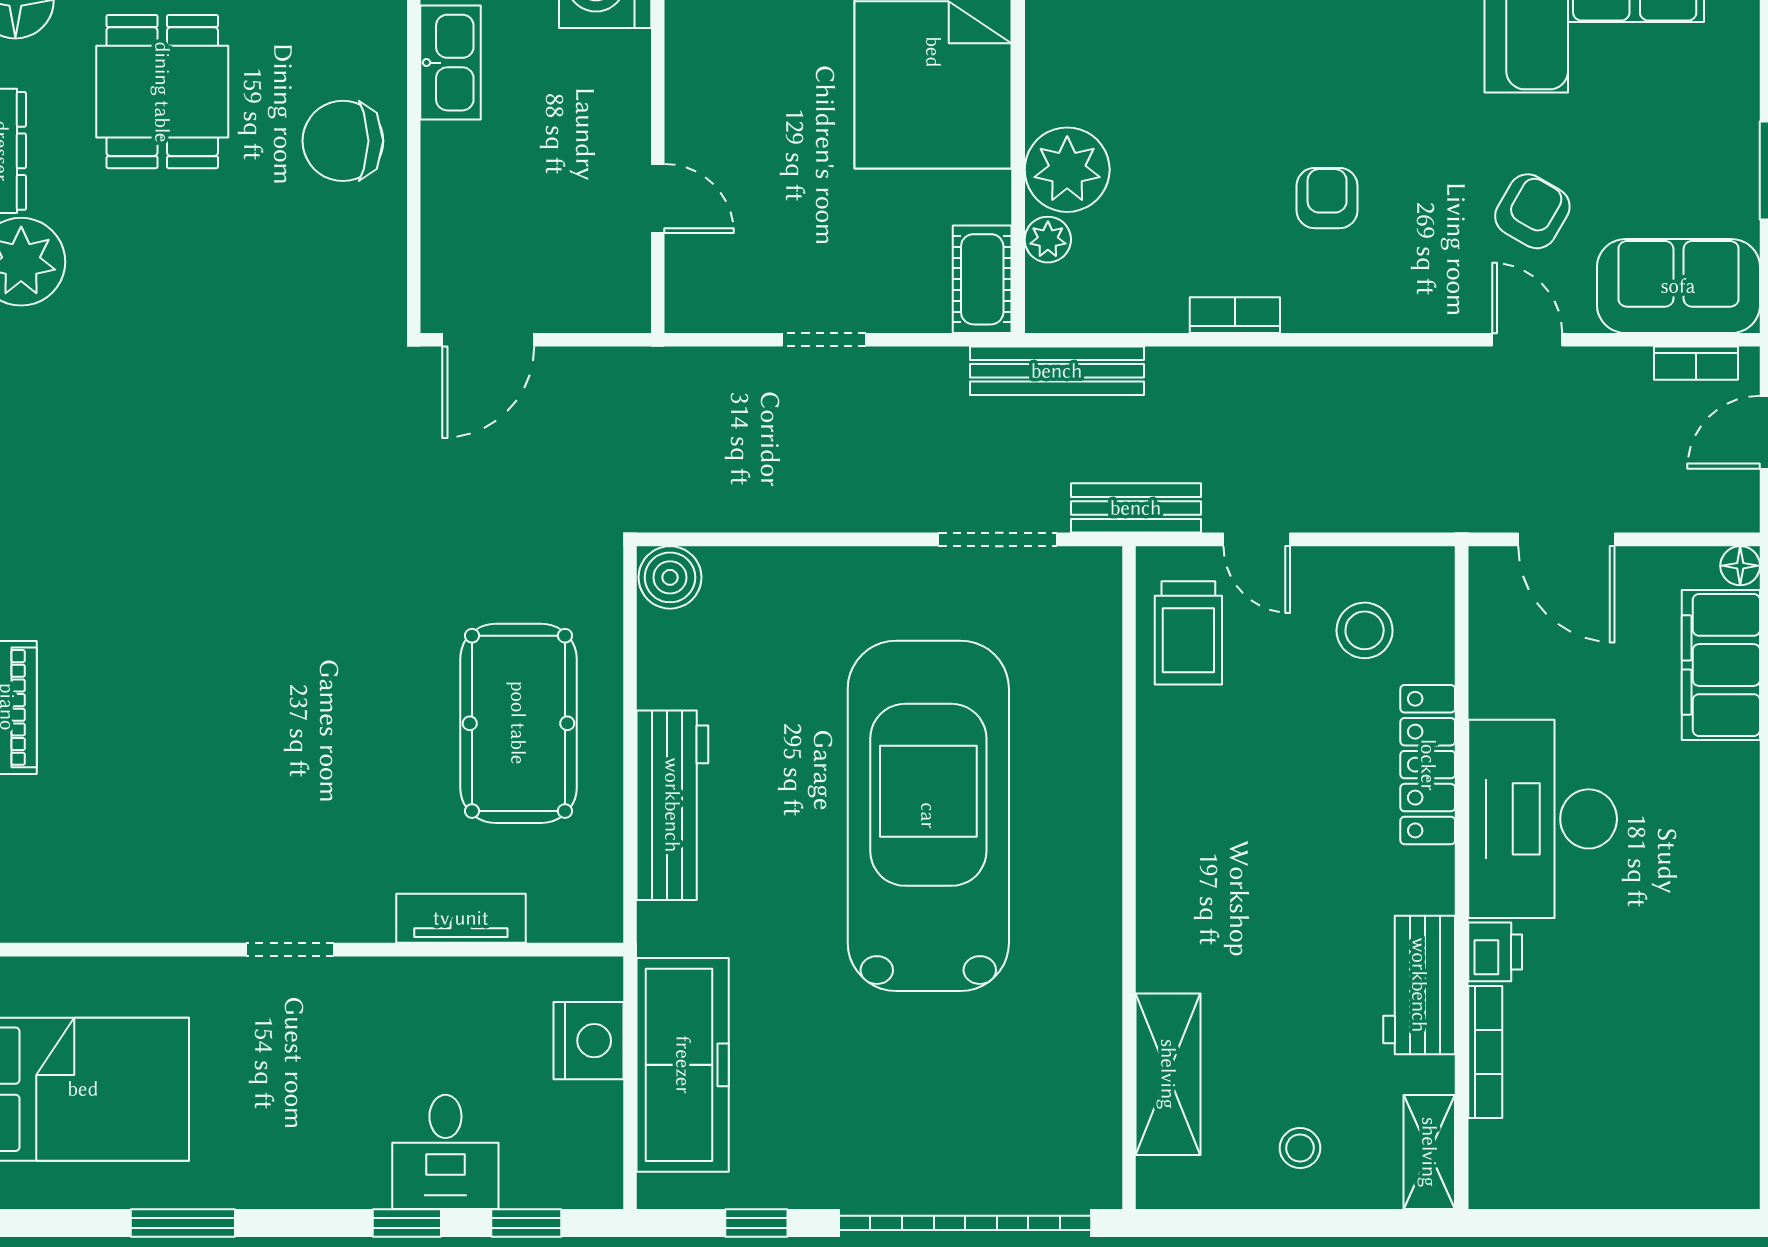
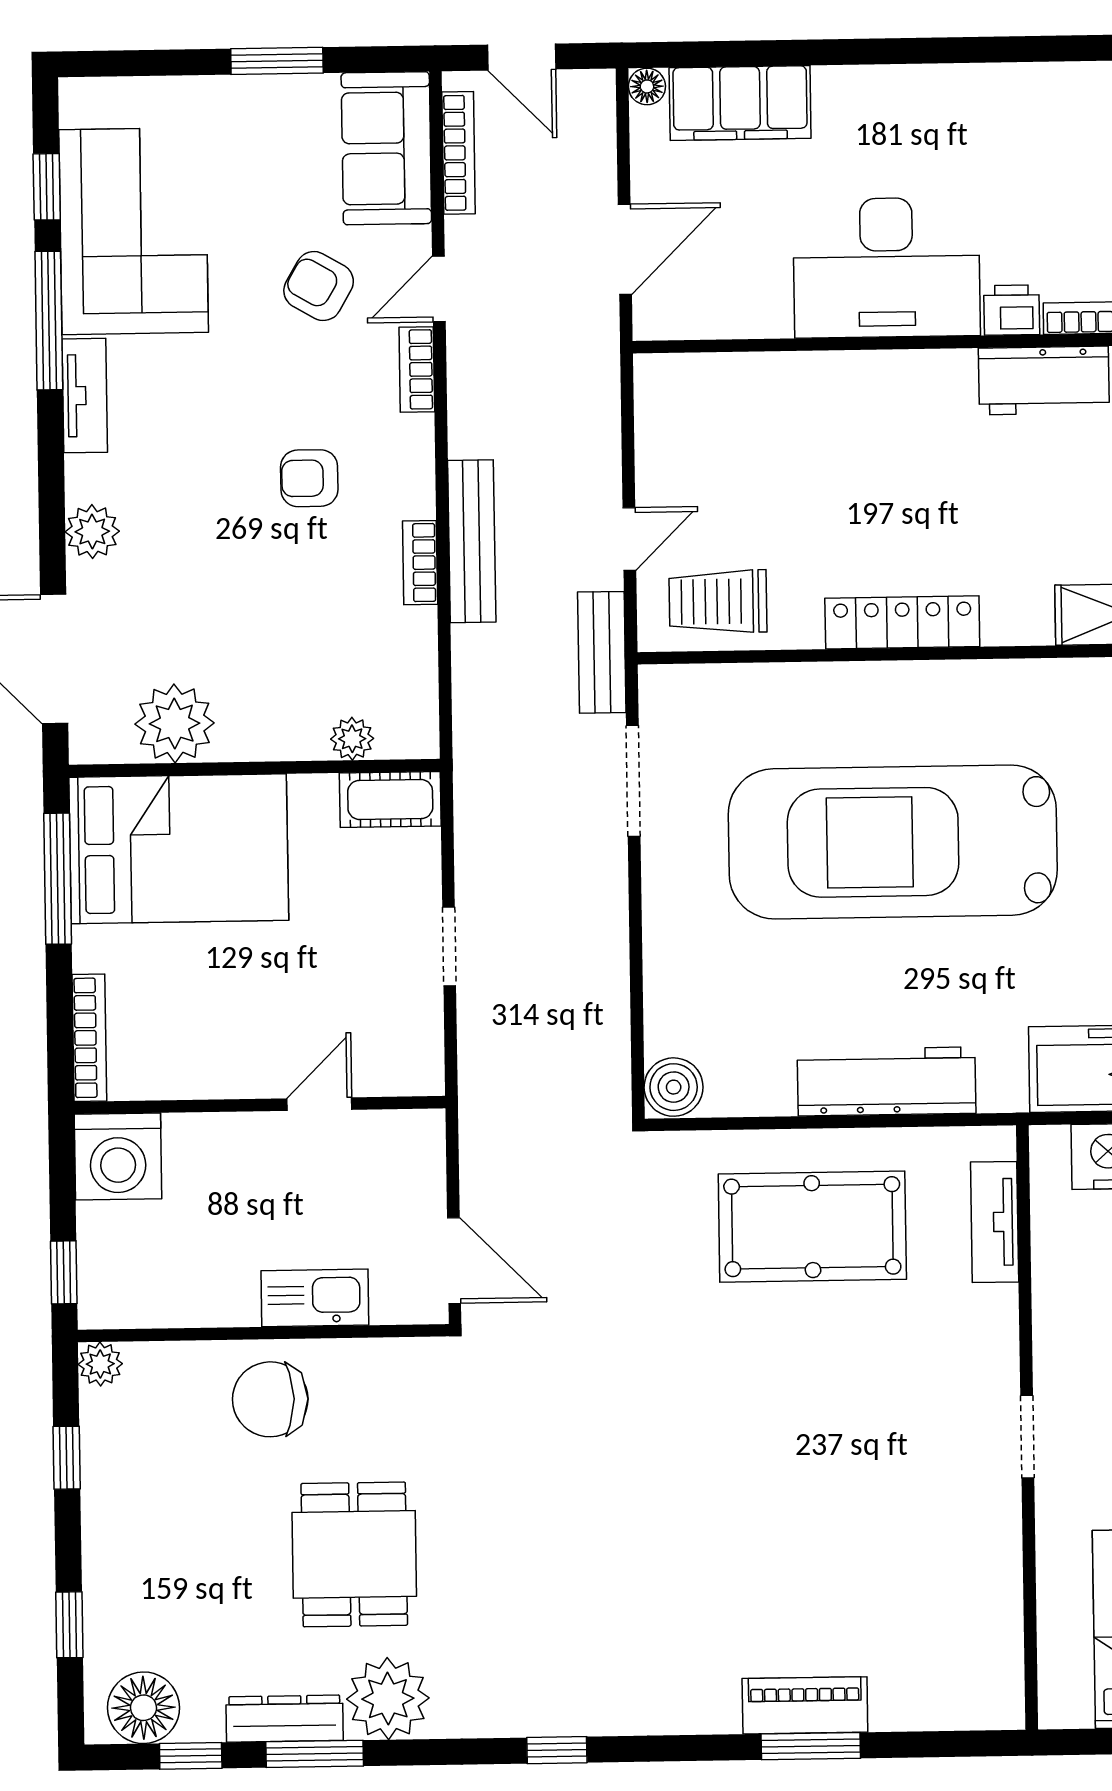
kitchen sink: (451, 63) -> (315, 1298), moved
dining table: (162, 92) -> (354, 1554), moved, turned 90
chair: (343, 141) -> (270, 1399), turned 90
plant: (1067, 170) -> (175, 723), moved
bookcase: (1442, 315) -> (417, 369), added
bookcase: (1696, 363) -> (459, 153), width x1.56
bench: (1057, 371) -> (472, 541), moved
stool: (1365, 630) -> (713, 437), removed
trolley: (1188, 633) -> (718, 602), turned 180
locker: (1428, 765) -> (902, 622), moved, turned 180
tv unit: (461, 918) -> (995, 1222), moved

